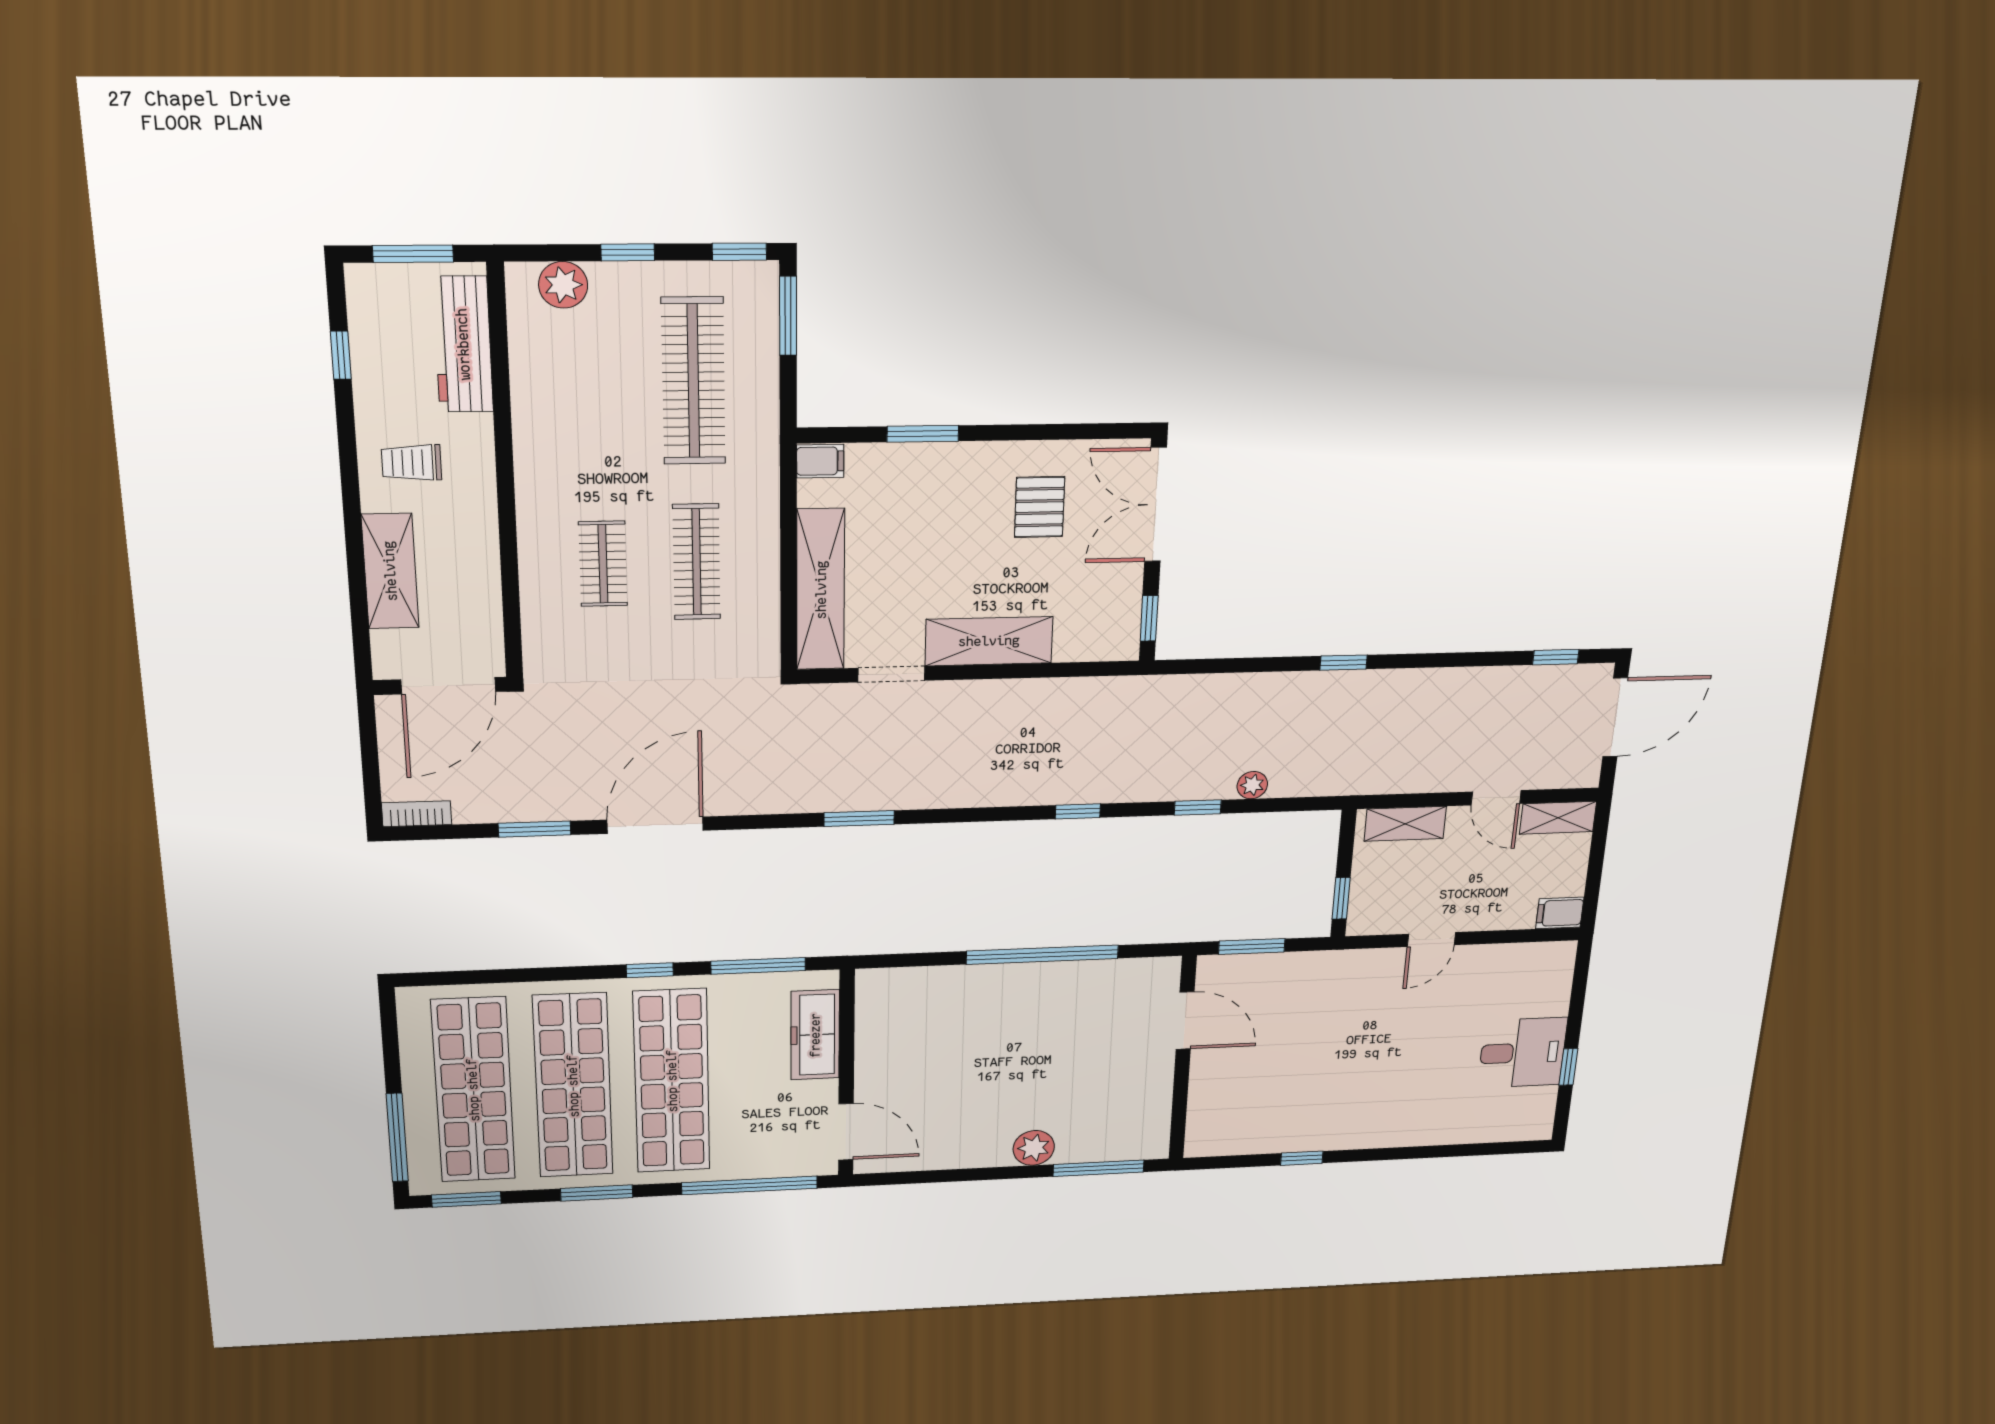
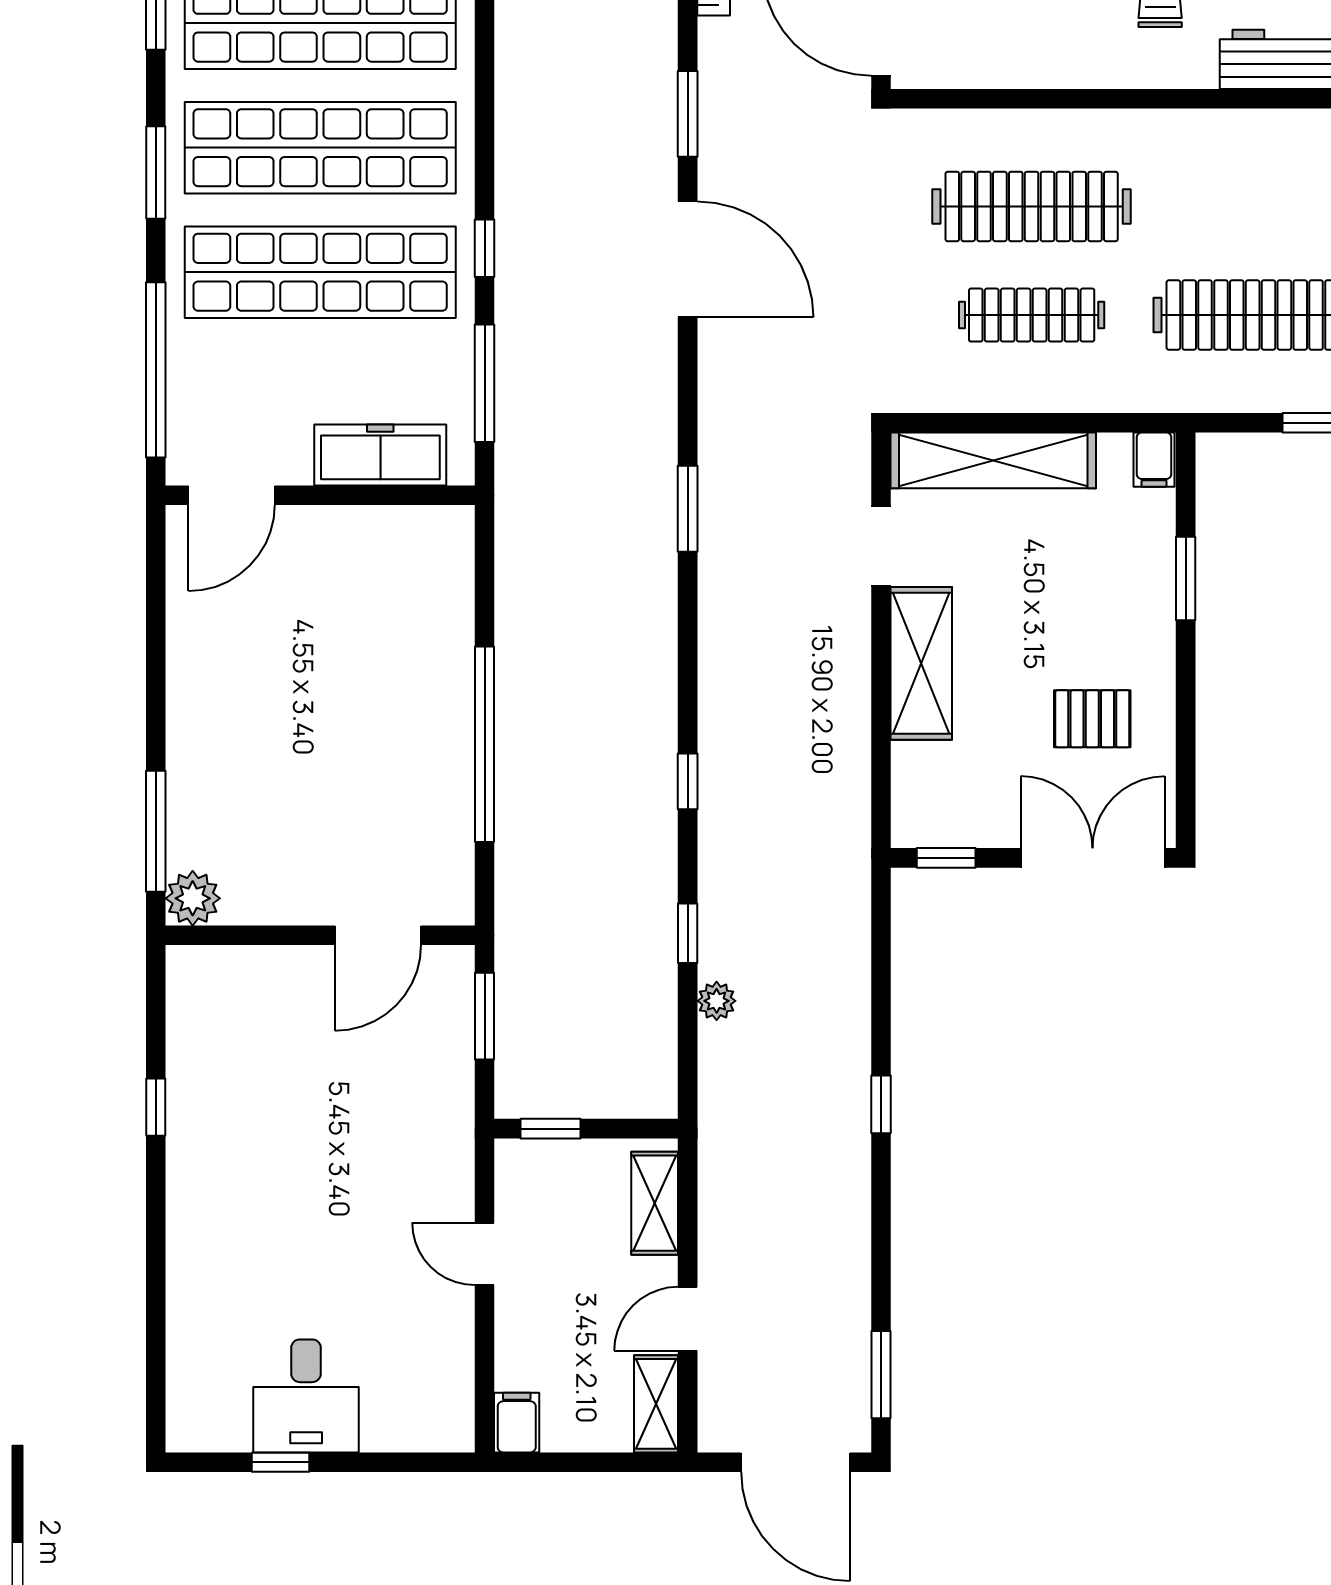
clothes rail: (603, 564) -> (1032, 206), width x1.86, depth x1.31
window: (1556, 657) -> (881, 1375), width x1.50
plant: (1034, 1148) -> (193, 898), moved

